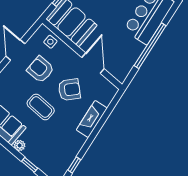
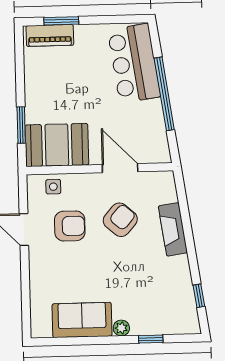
armchair: (41, 69) -> (70, 226), turned 180
coffee table: (41, 107) -> (106, 266), removed

